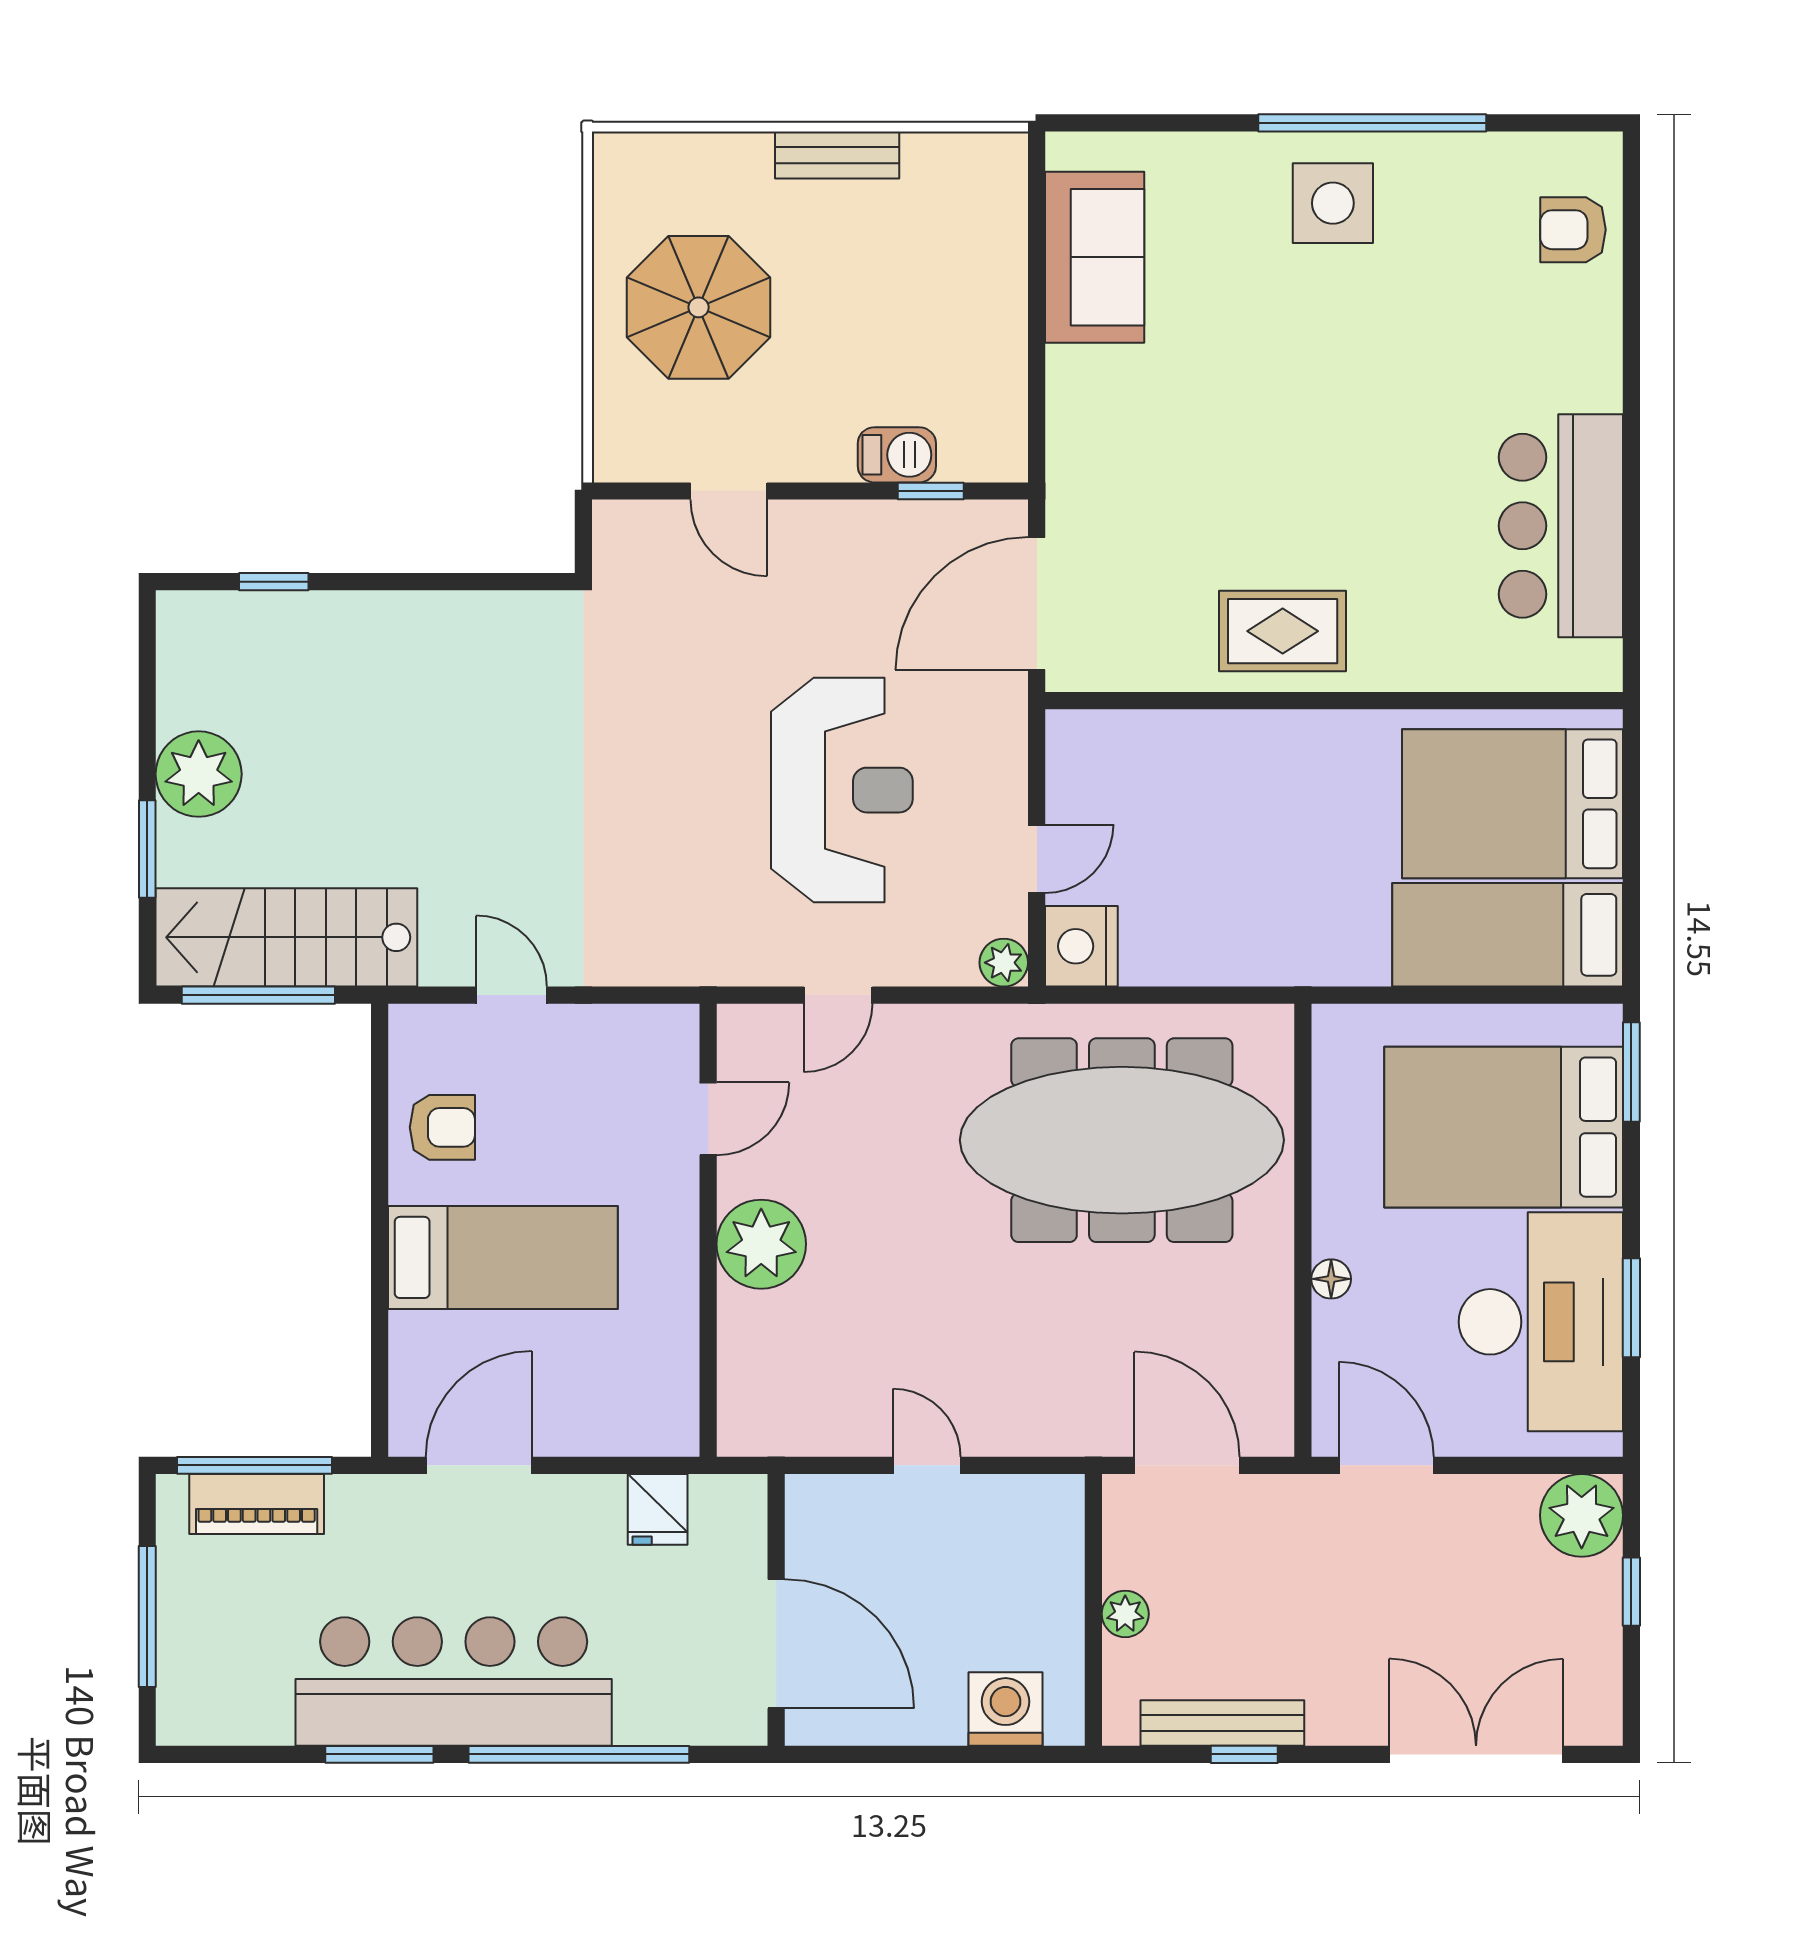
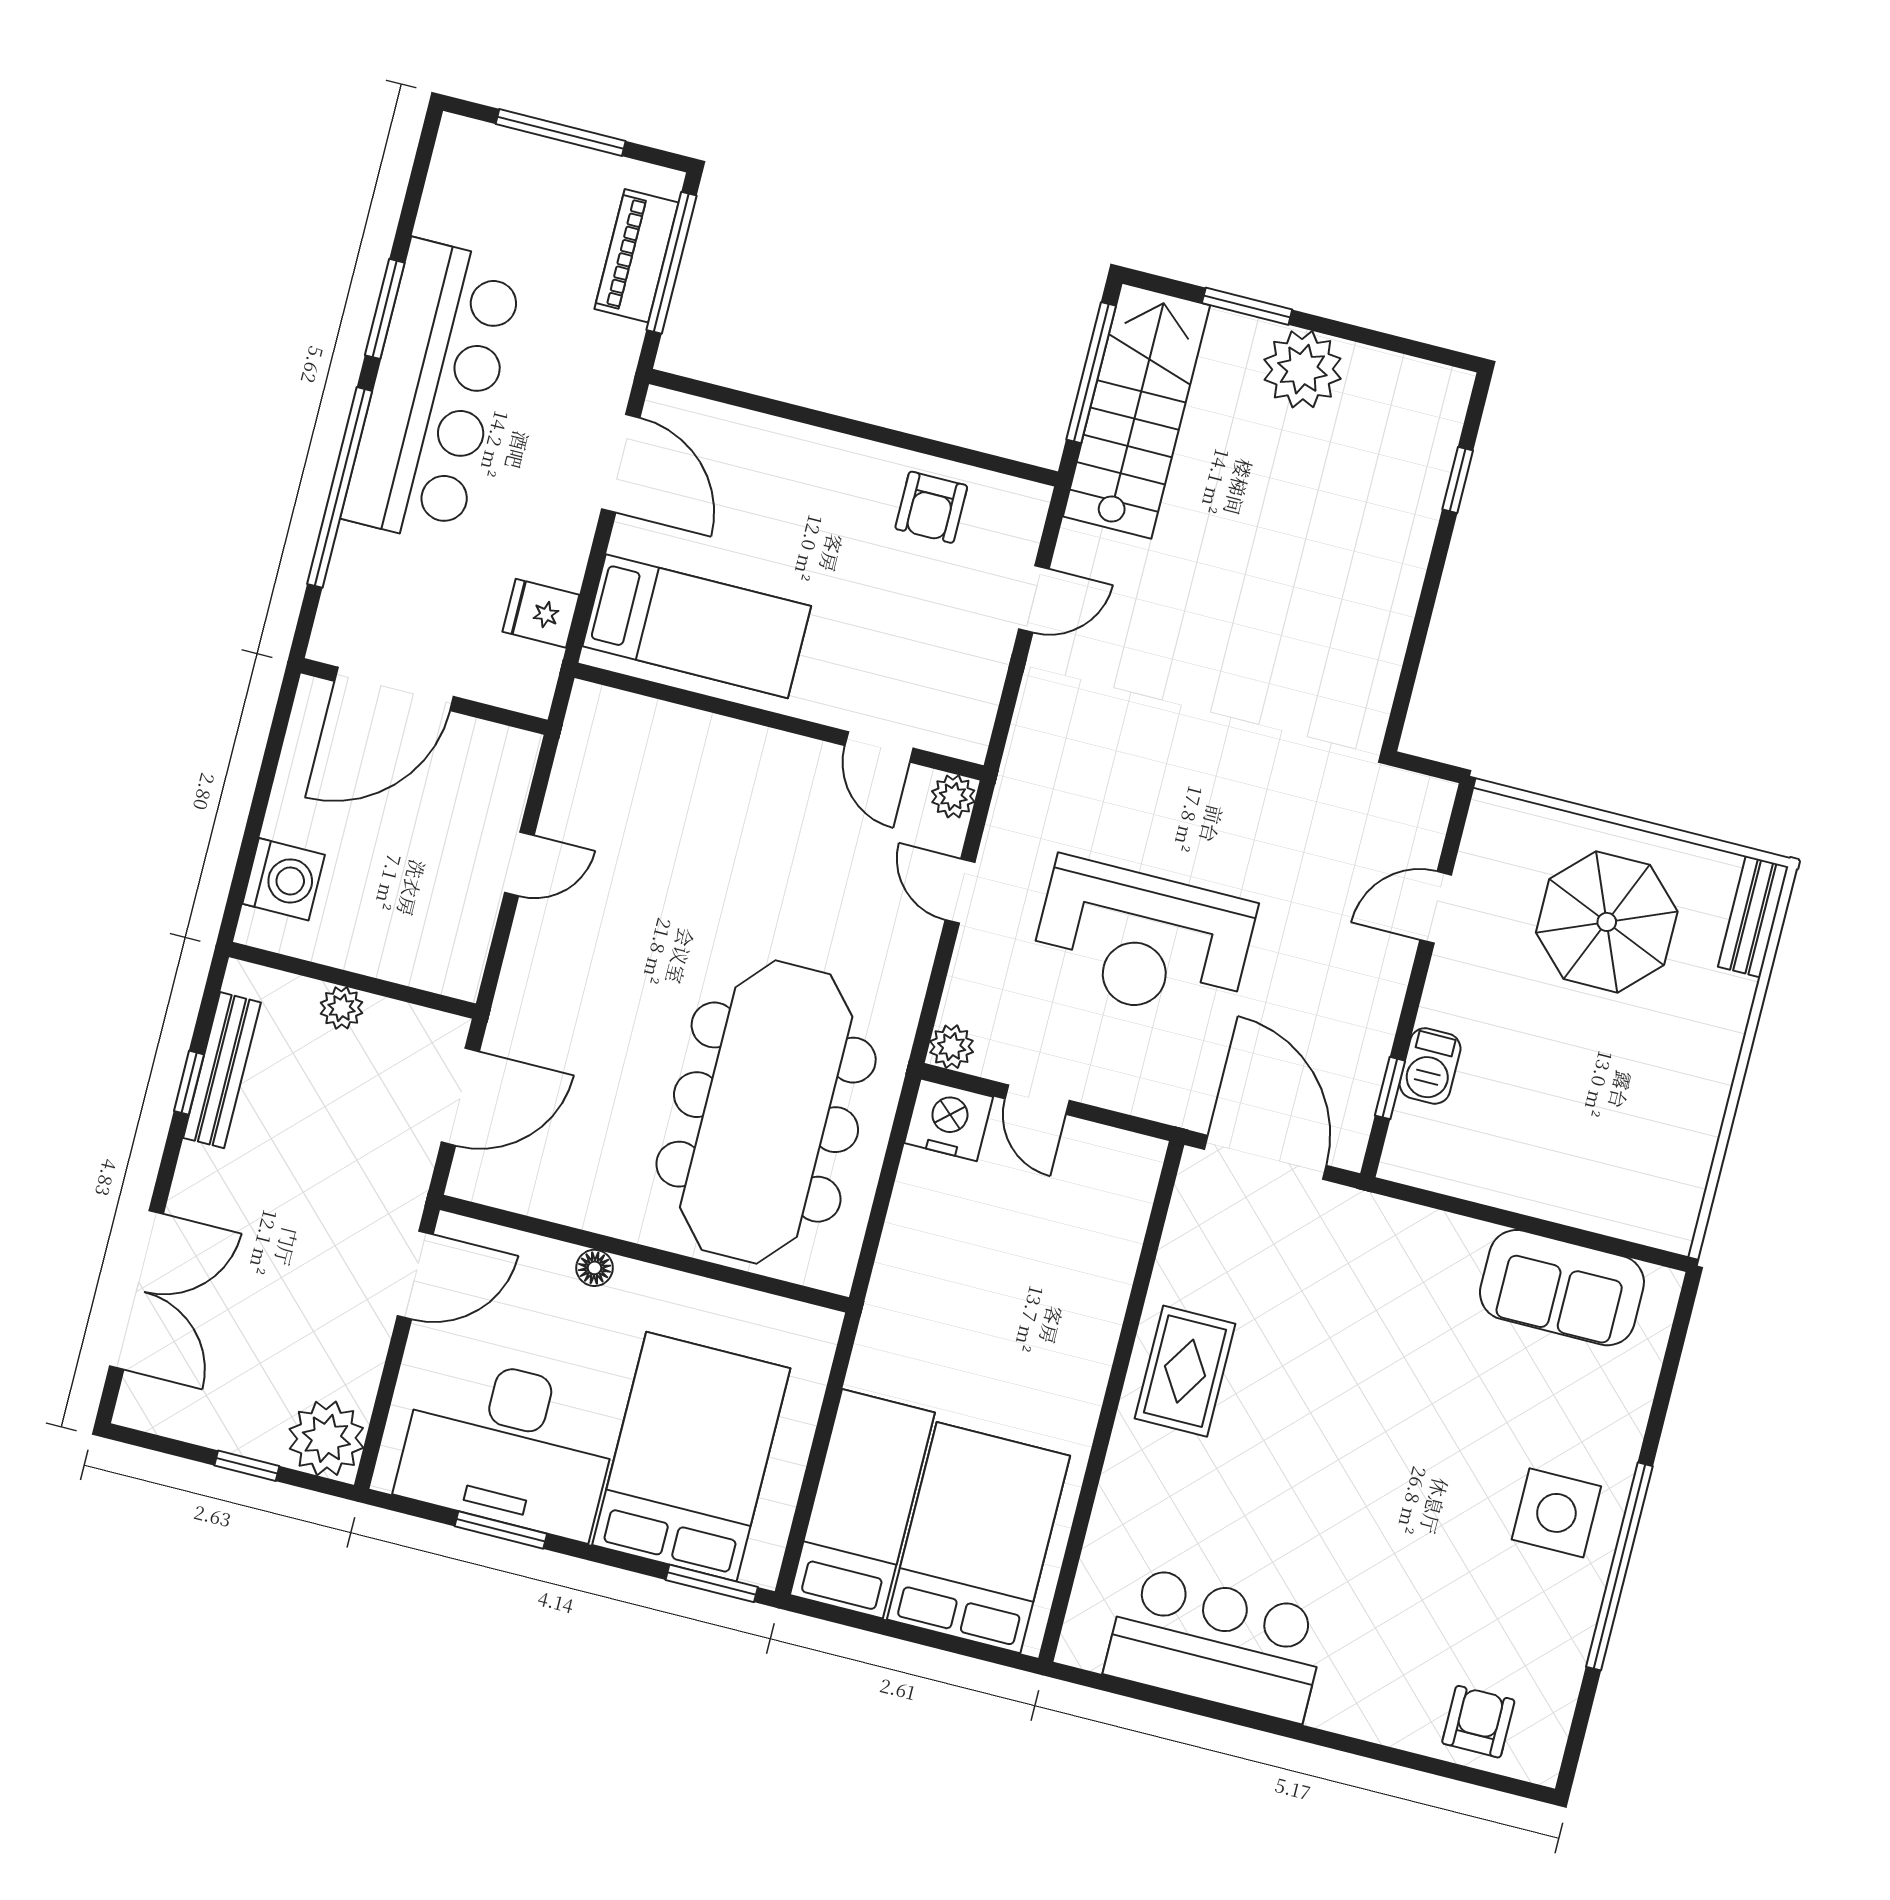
bench: (837, 155) -> (1753, 917), moved
plant: (761, 1244) -> (953, 796), moved, width x0.53, depth x0.53
bed: (503, 1257) -> (697, 626), moved, turned -90

